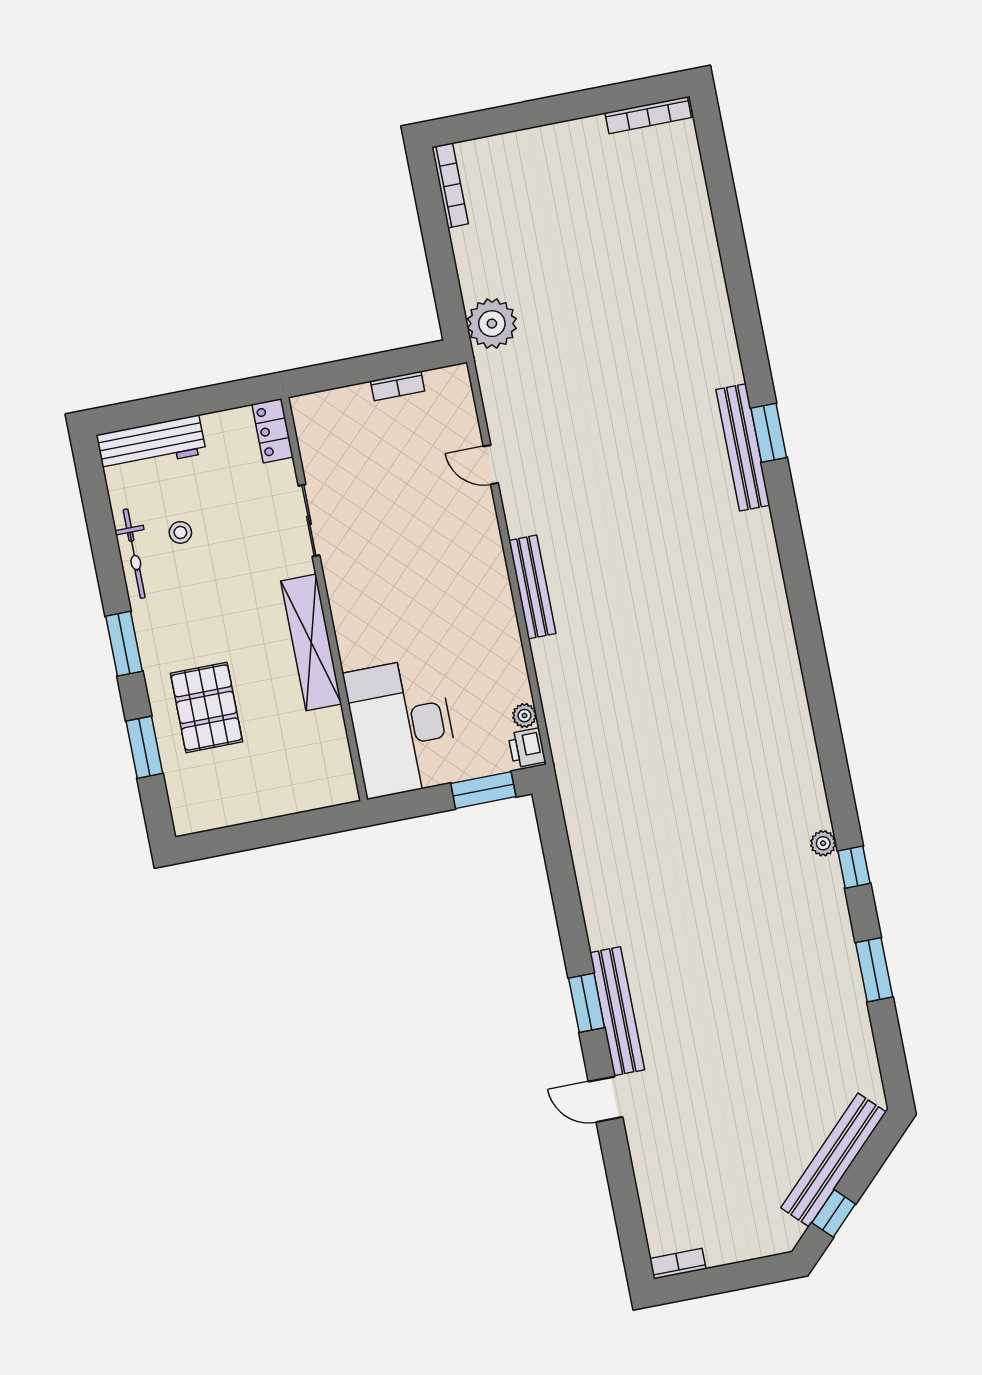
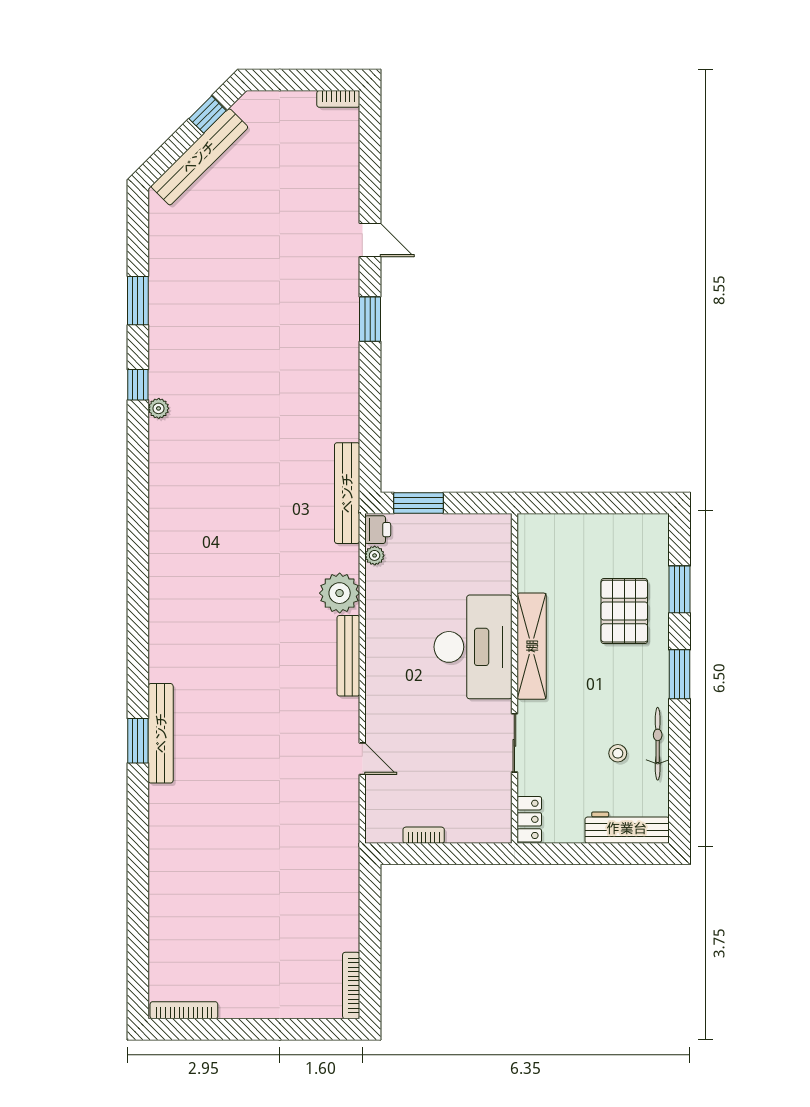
plant: (492, 324) -> (340, 593), moved
desk: (402, 727) -> (473, 647), moved
bench: (617, 1011) -> (347, 493), moved

